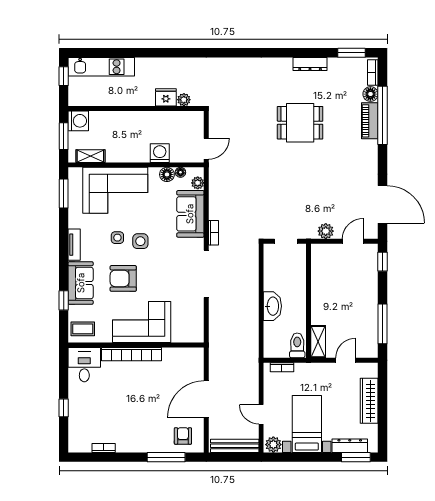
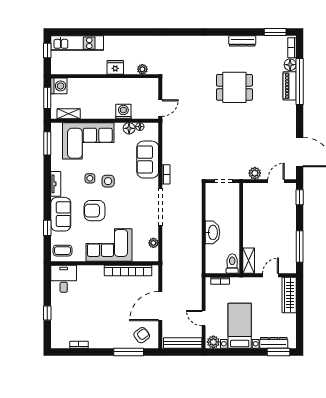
fridge: (166, 97) -> (115, 67), moved
plant: (198, 183) -> (153, 243), moved
bookcase: (131, 354) -> (128, 270), moved
wardrobe: (369, 401) -> (289, 295), moved
armchair: (183, 436) -> (142, 335), turned 53

